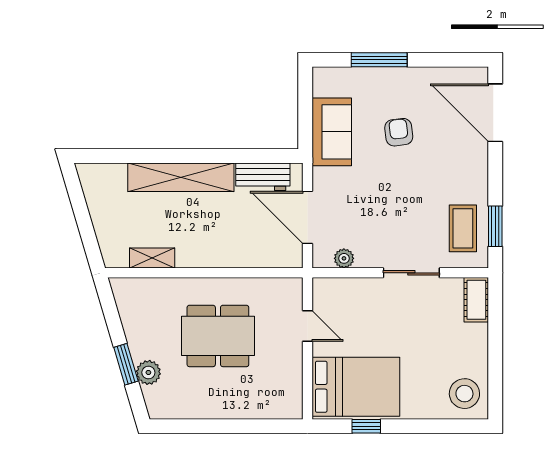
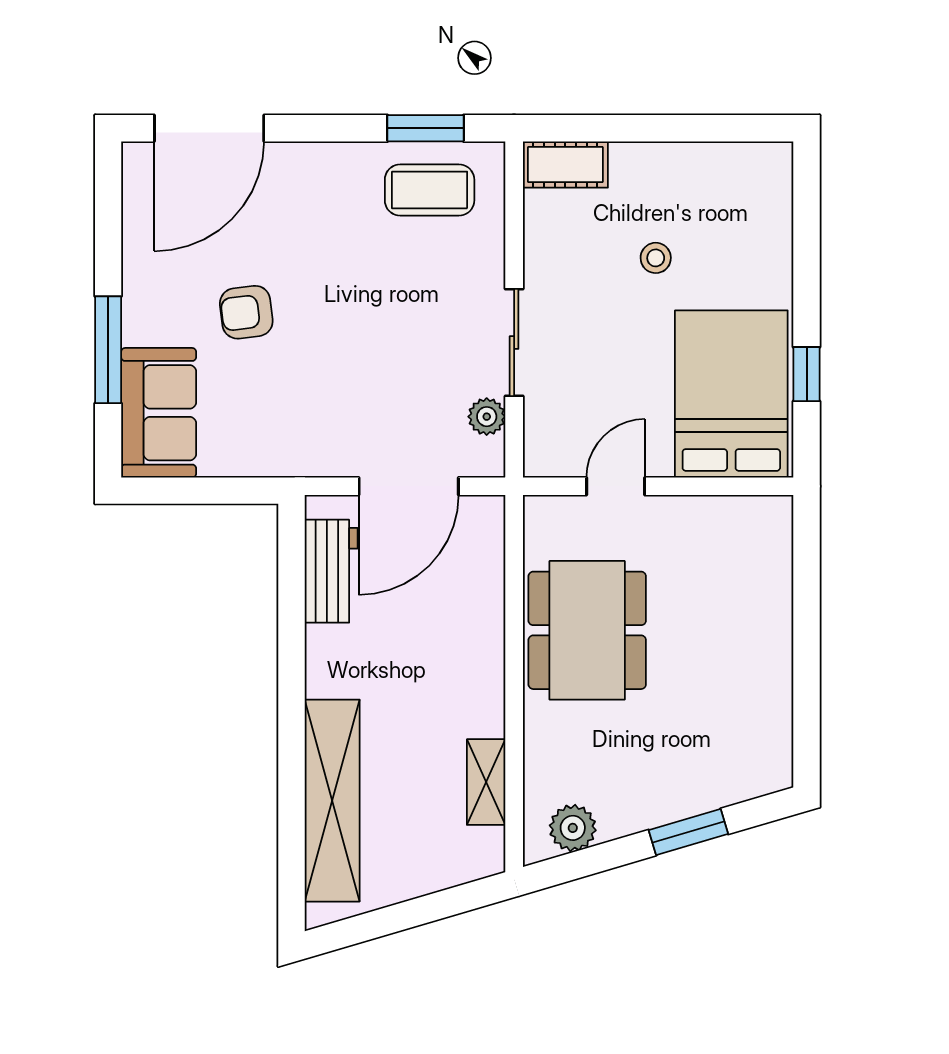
sofa: (332, 132) -> (159, 413), moved, turned 90
shelving: (181, 177) -> (332, 801), moved
sliding door: (411, 273) -> (514, 343), moved
dining table: (218, 336) -> (587, 630), moved
plant: (148, 372) -> (573, 828), moved
stool: (464, 394) -> (656, 258), moved, width x0.53, depth x0.53

